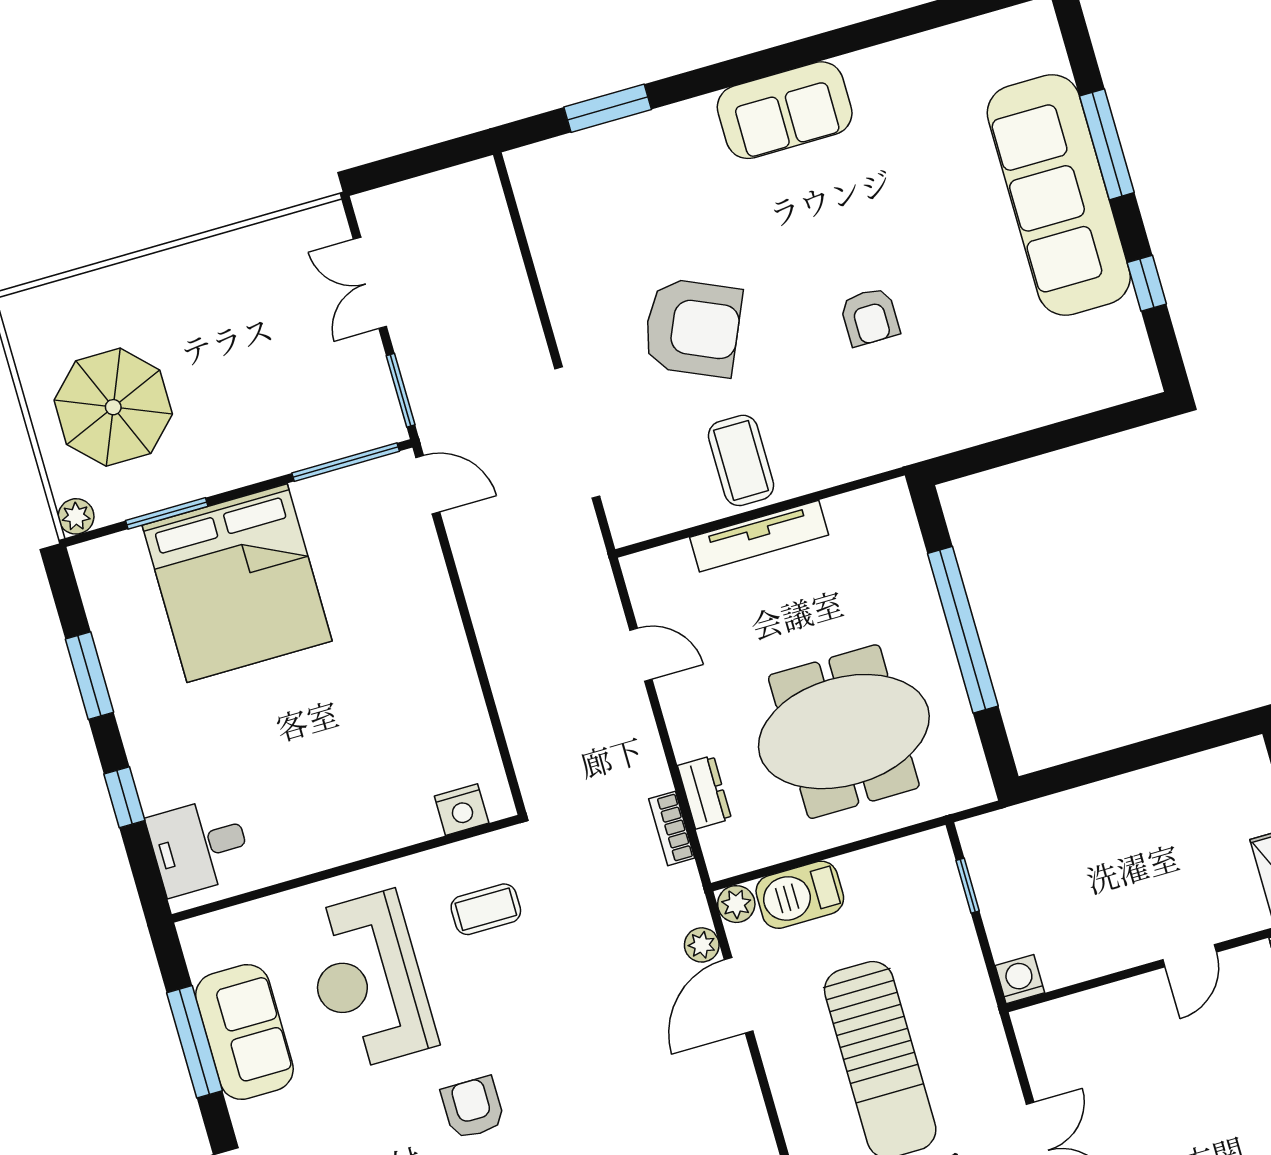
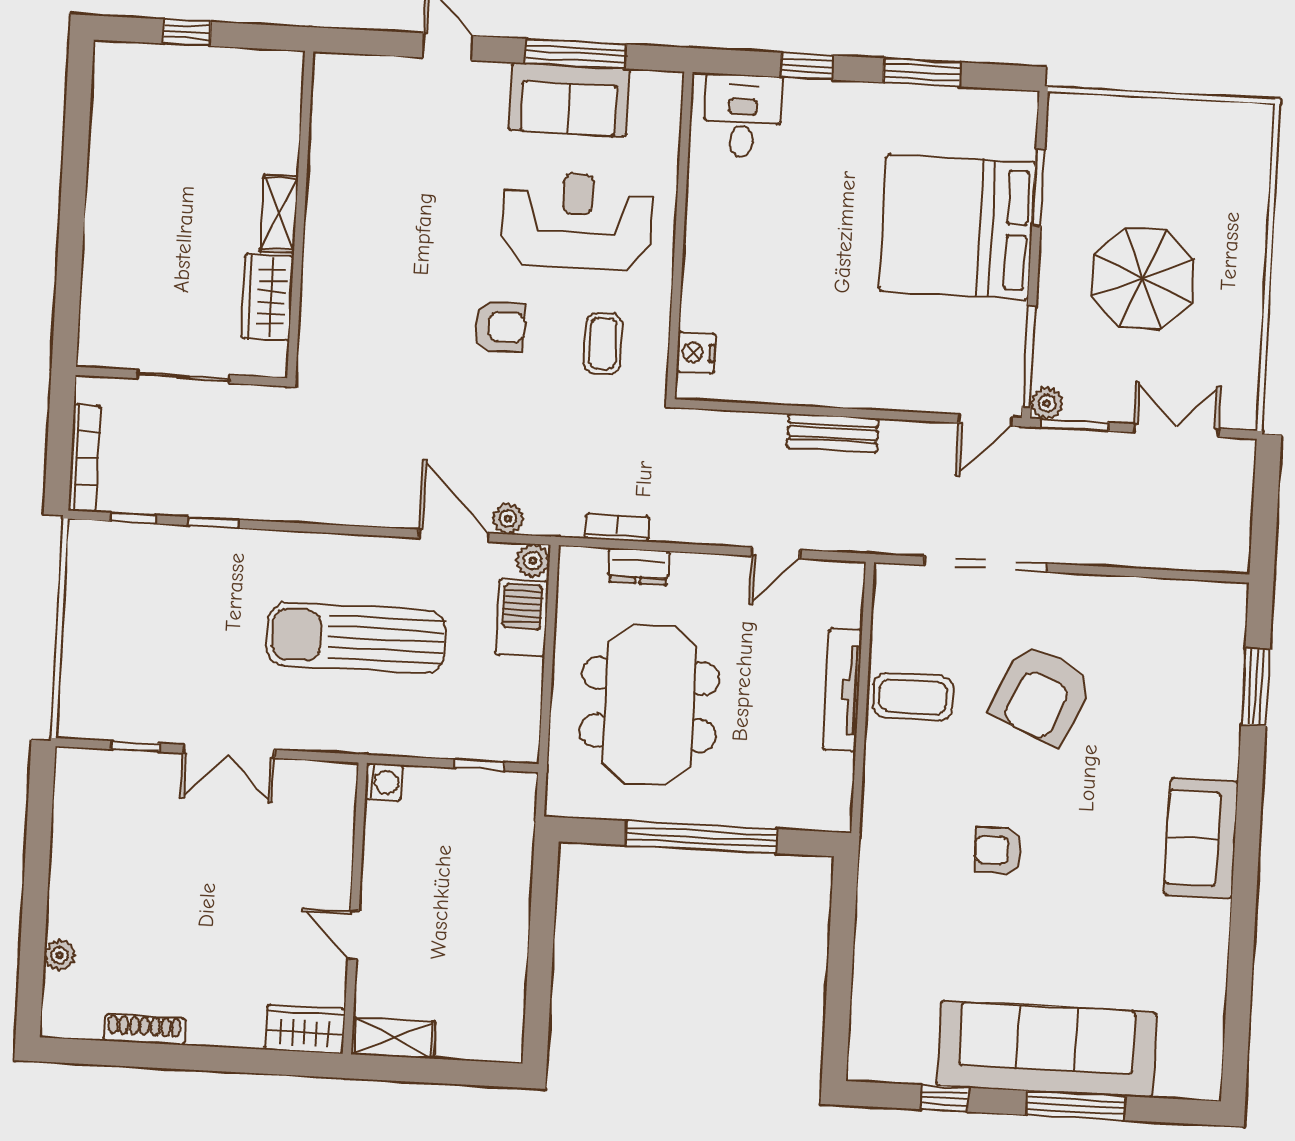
parasol: (113, 407) -> (1143, 278), moved
plant: (76, 516) -> (1047, 403), moved
bench: (496, 639) -> (833, 433), added
armchair: (473, 1108) -> (500, 327), moved

